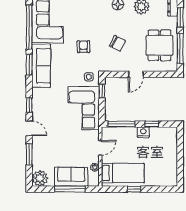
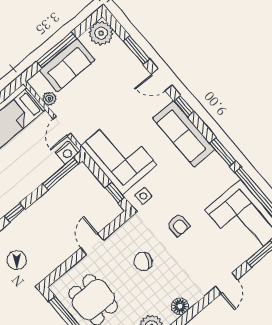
sofa: (41, 66) -> (184, 134), moved
window: (152, 124) -> (15, 213), moved
nightstand: (143, 132) -> (67, 153), moved

